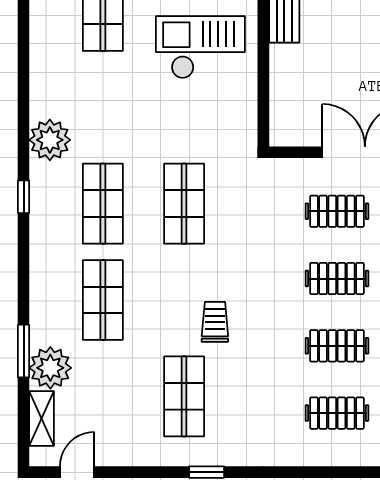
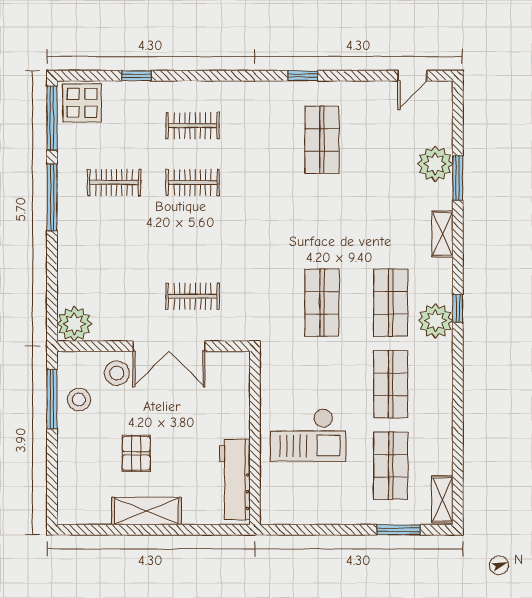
plant: (50, 140) -> (436, 321), moved
clothes rail: (337, 279) -> (193, 239), removed
shop shelf: (103, 300) -> (391, 384), moved
trolley: (215, 322) -> (296, 203), removed
shelving: (42, 418) -> (442, 234), moved

